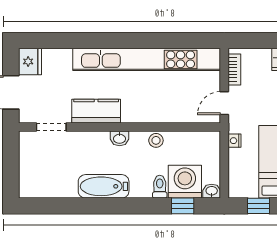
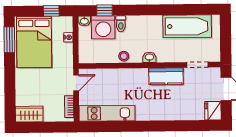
kitchen unit: (147, 59) -> (107, 113), width x0.54
nightstand: (235, 141) -> (68, 37), moved
bathtub: (104, 186) -> (187, 26), moved, width x1.36, depth x1.36

